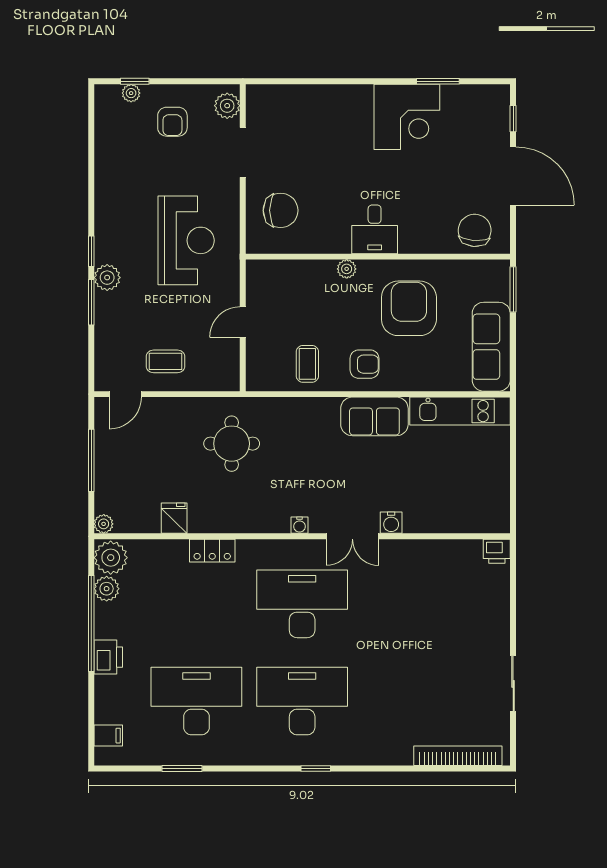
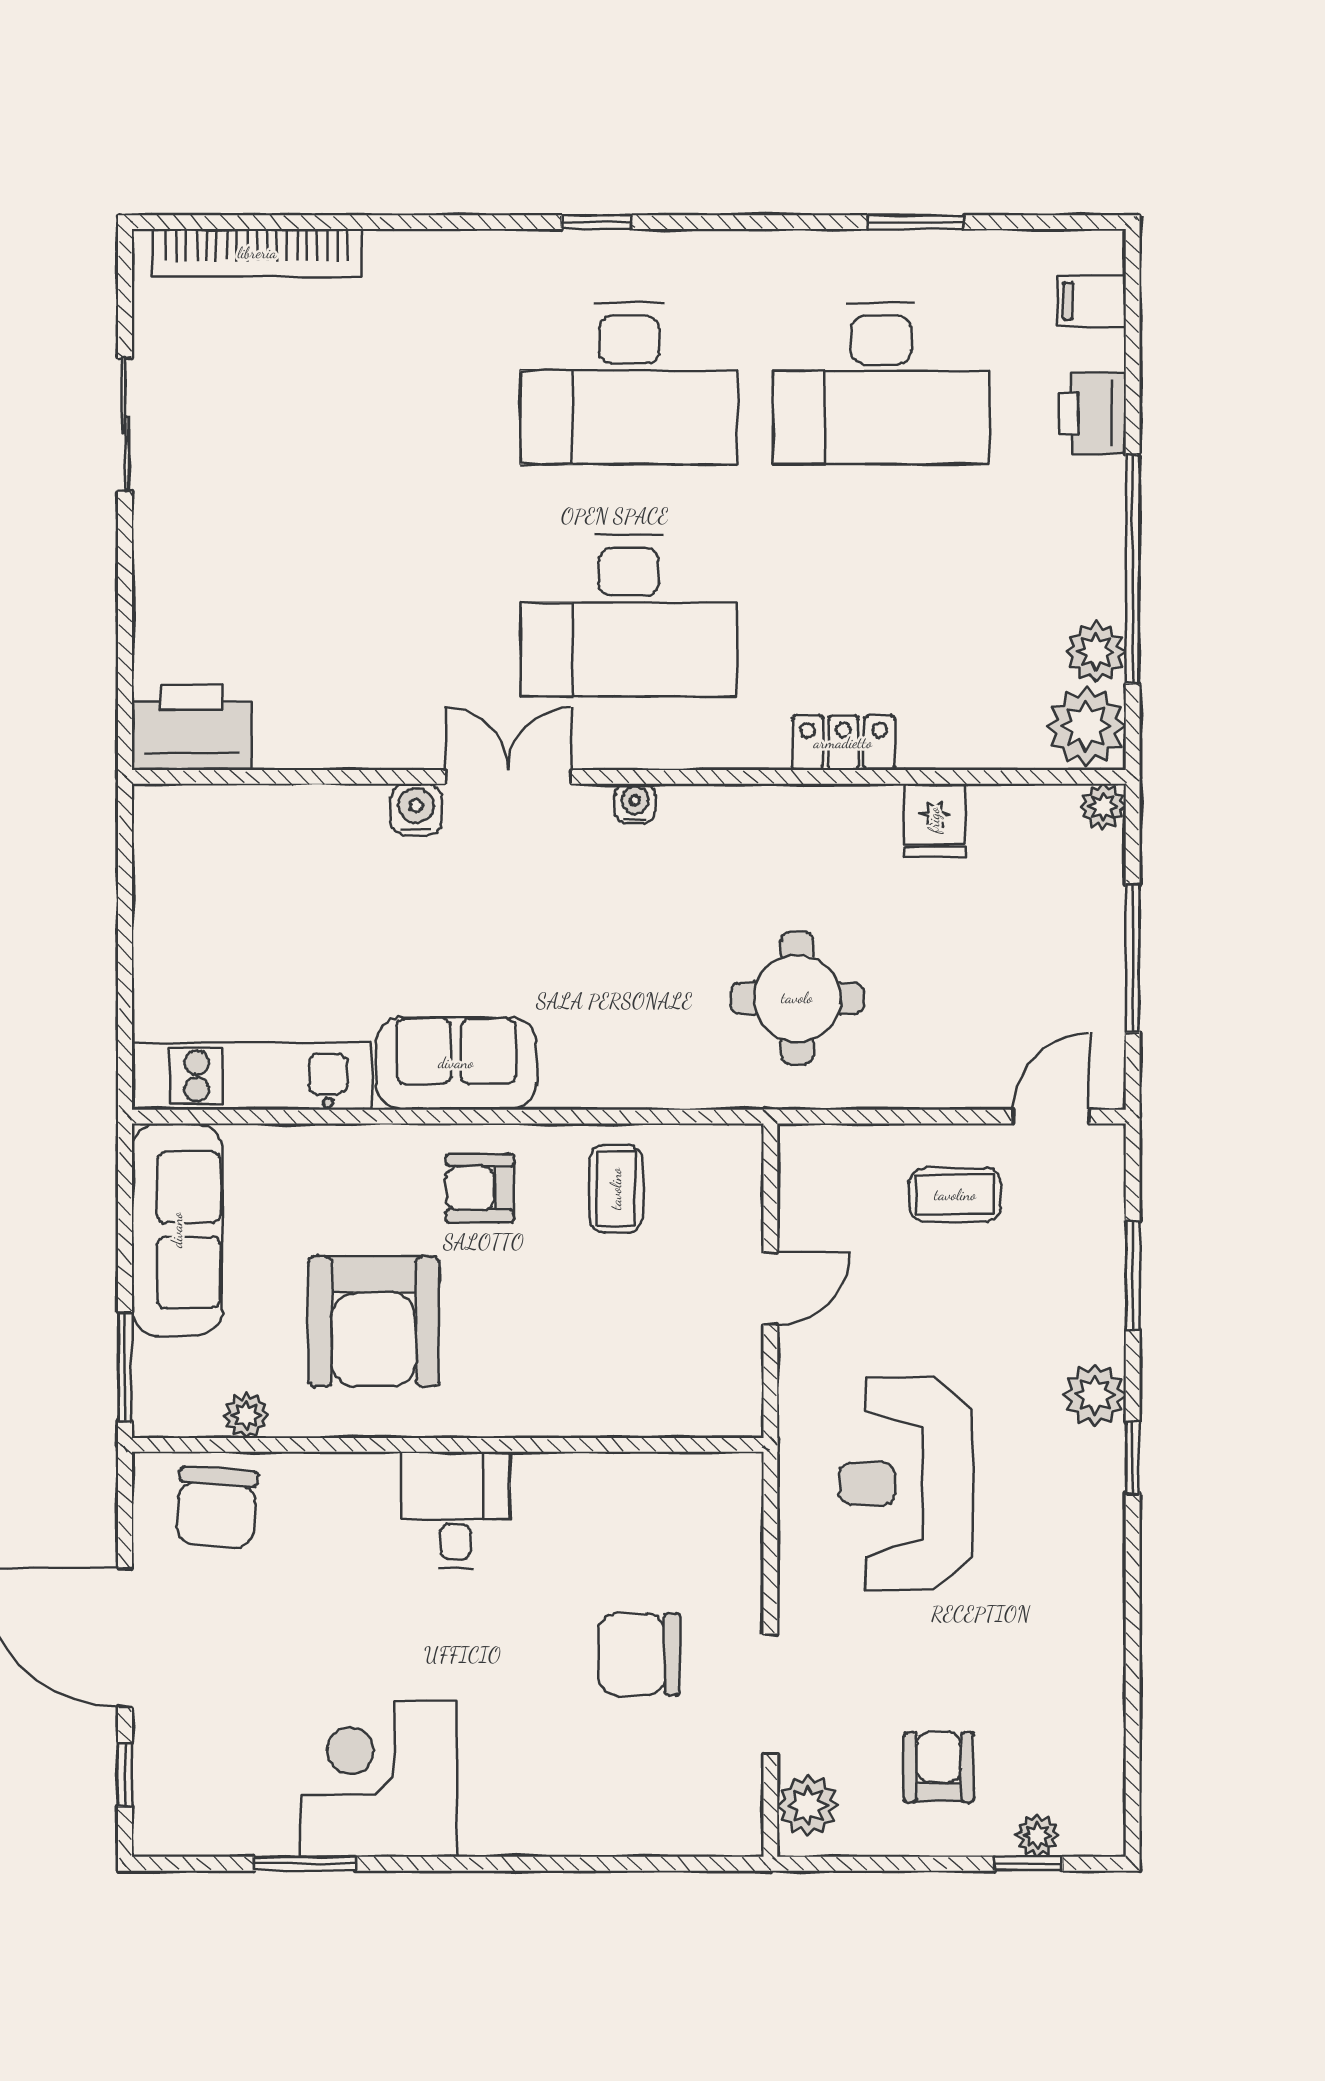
chair: (281, 210) -> (639, 1654), moved
plant: (347, 269) -> (246, 1416), moved
window: (91, 302) -> (1133, 1276), moved
printer: (497, 551) -> (192, 727), width x1.87, depth x1.48
printer: (108, 657) -> (1092, 413), moved

